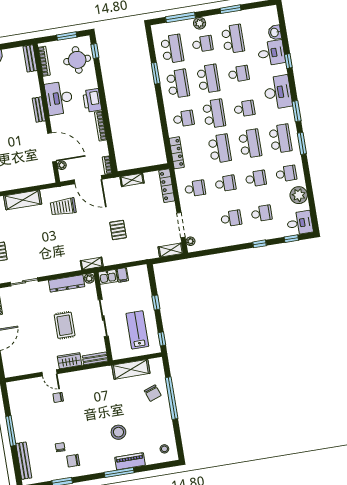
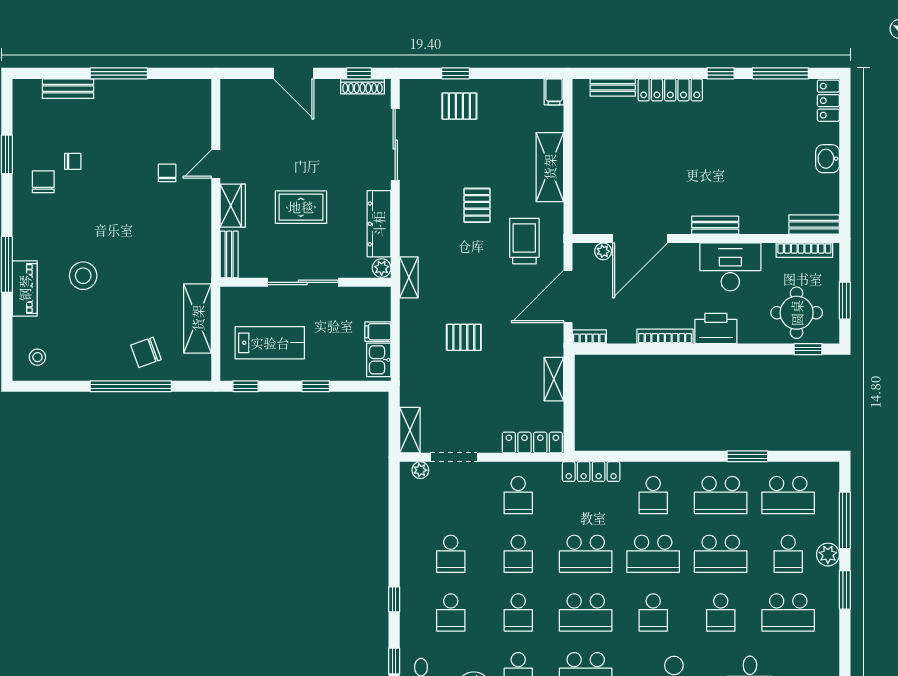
window: (230, 9) -> (845, 590), moved
pallet: (49, 234) -> (477, 205), added
kitchen sink: (108, 277) -> (379, 360), moved
sliding door: (24, 282) -> (395, 145), width x1.37
bench: (24, 461) -> (68, 89), width x0.73

